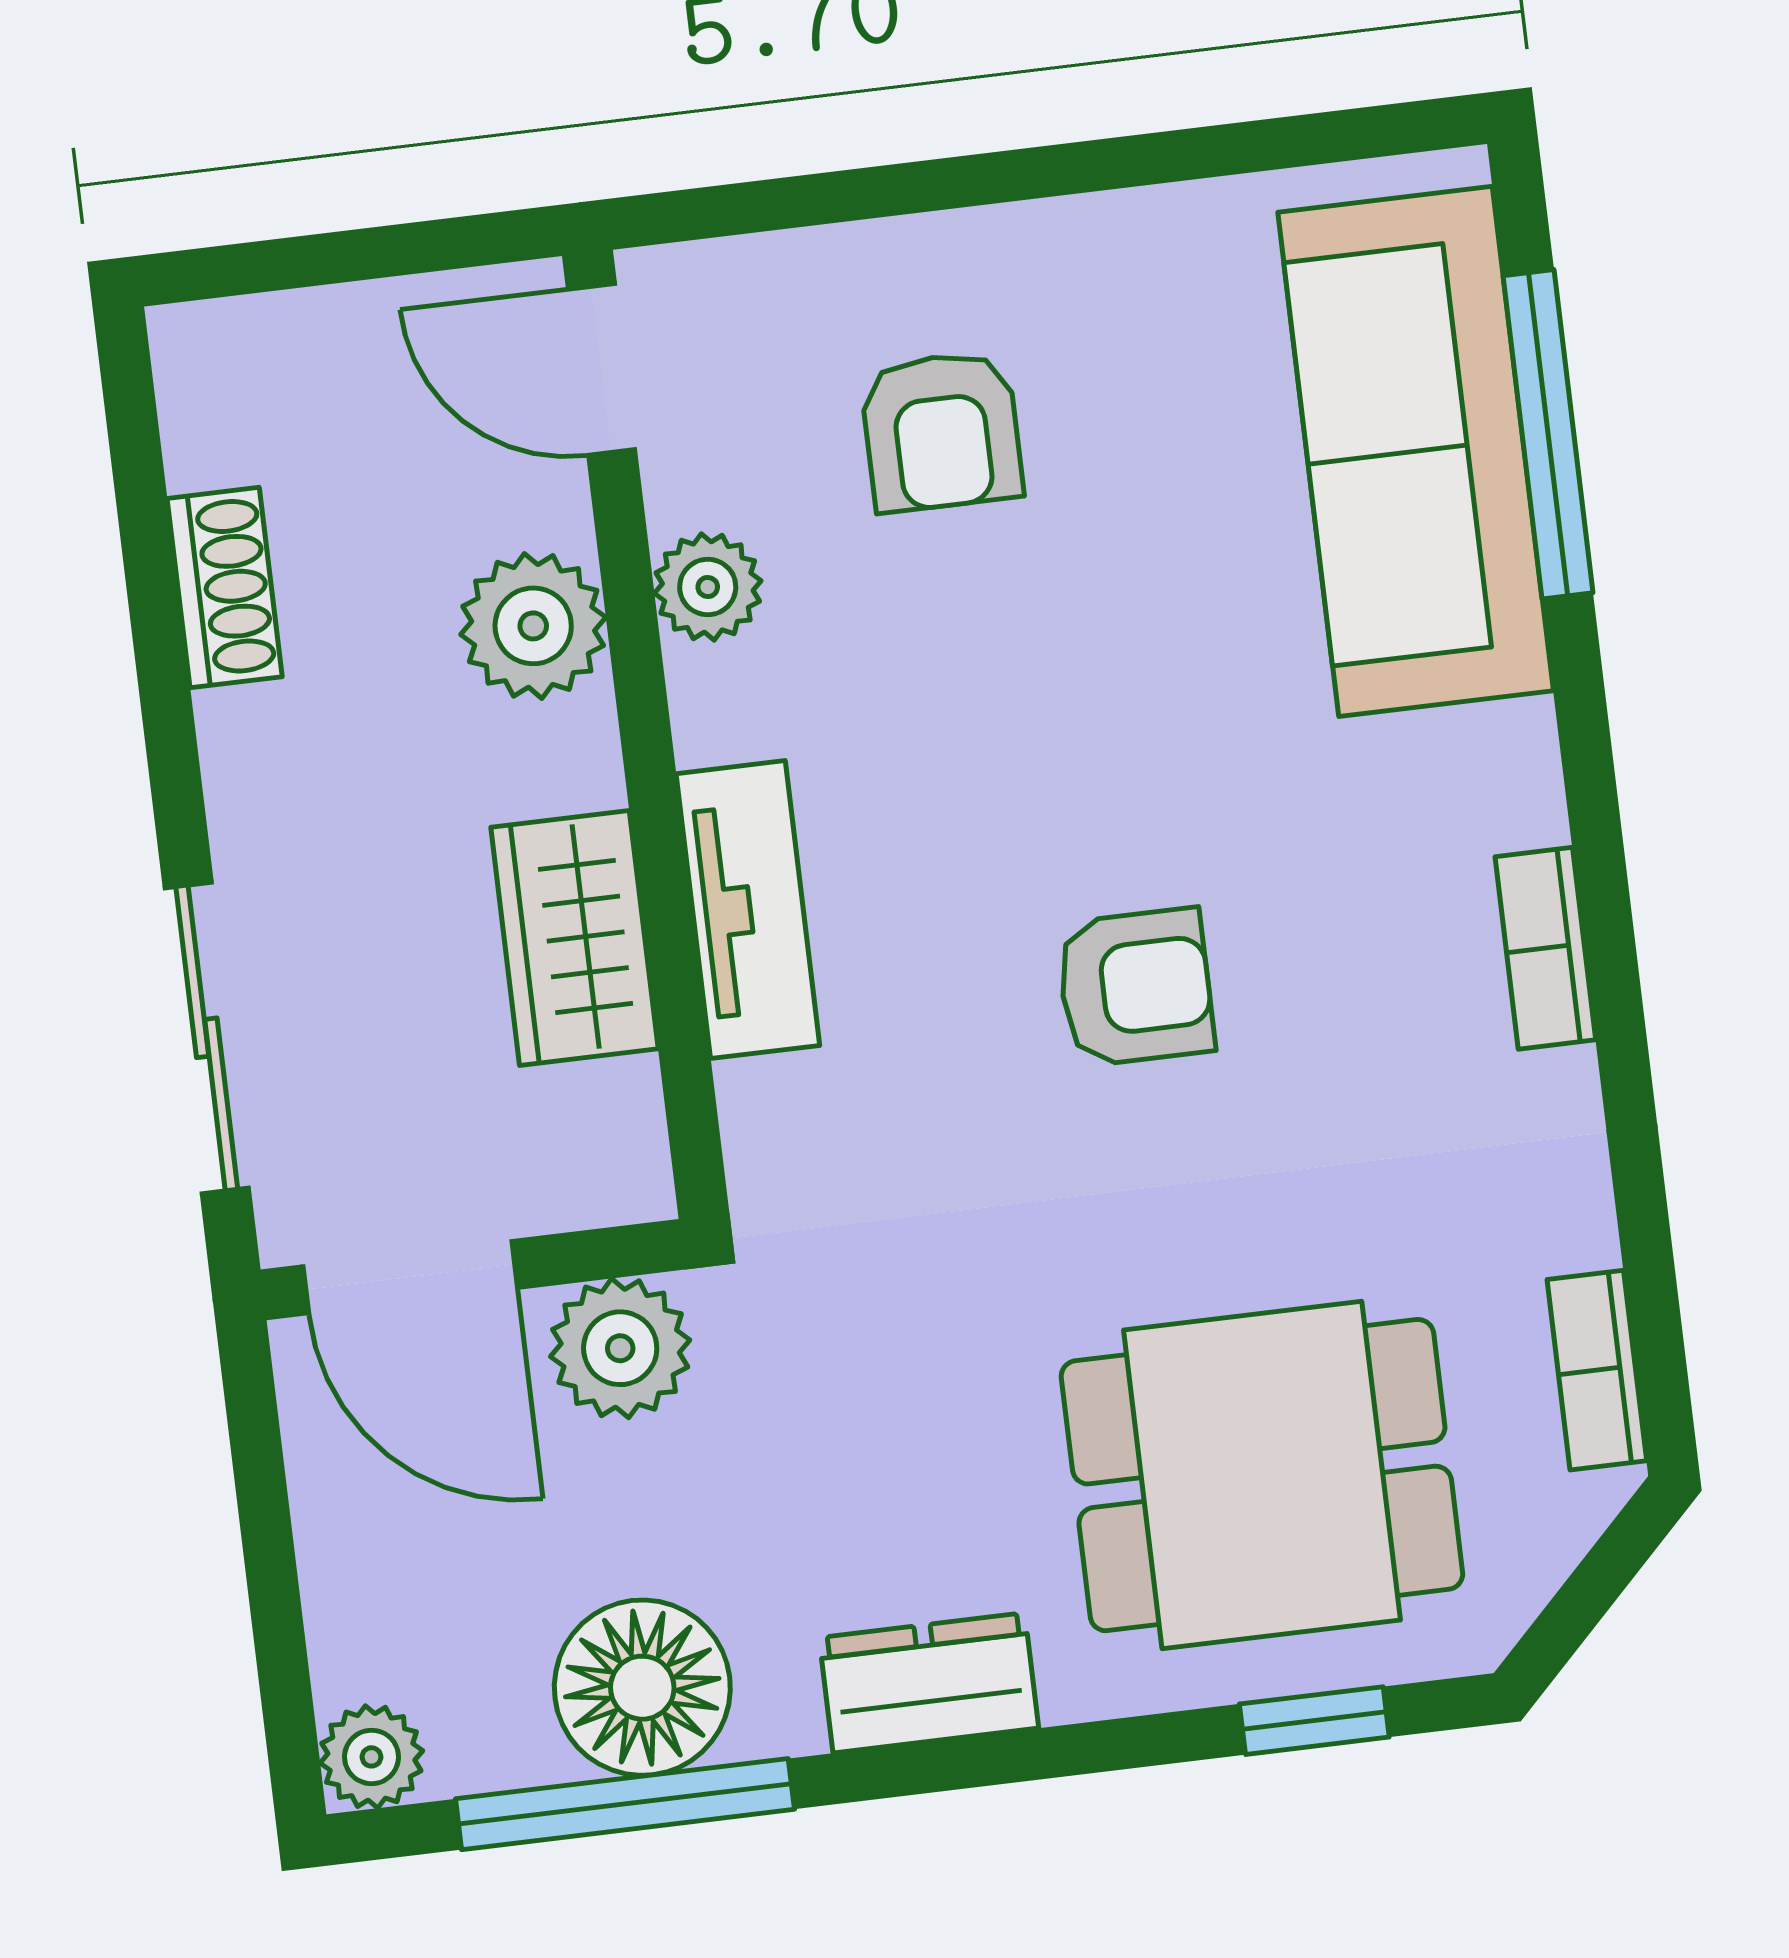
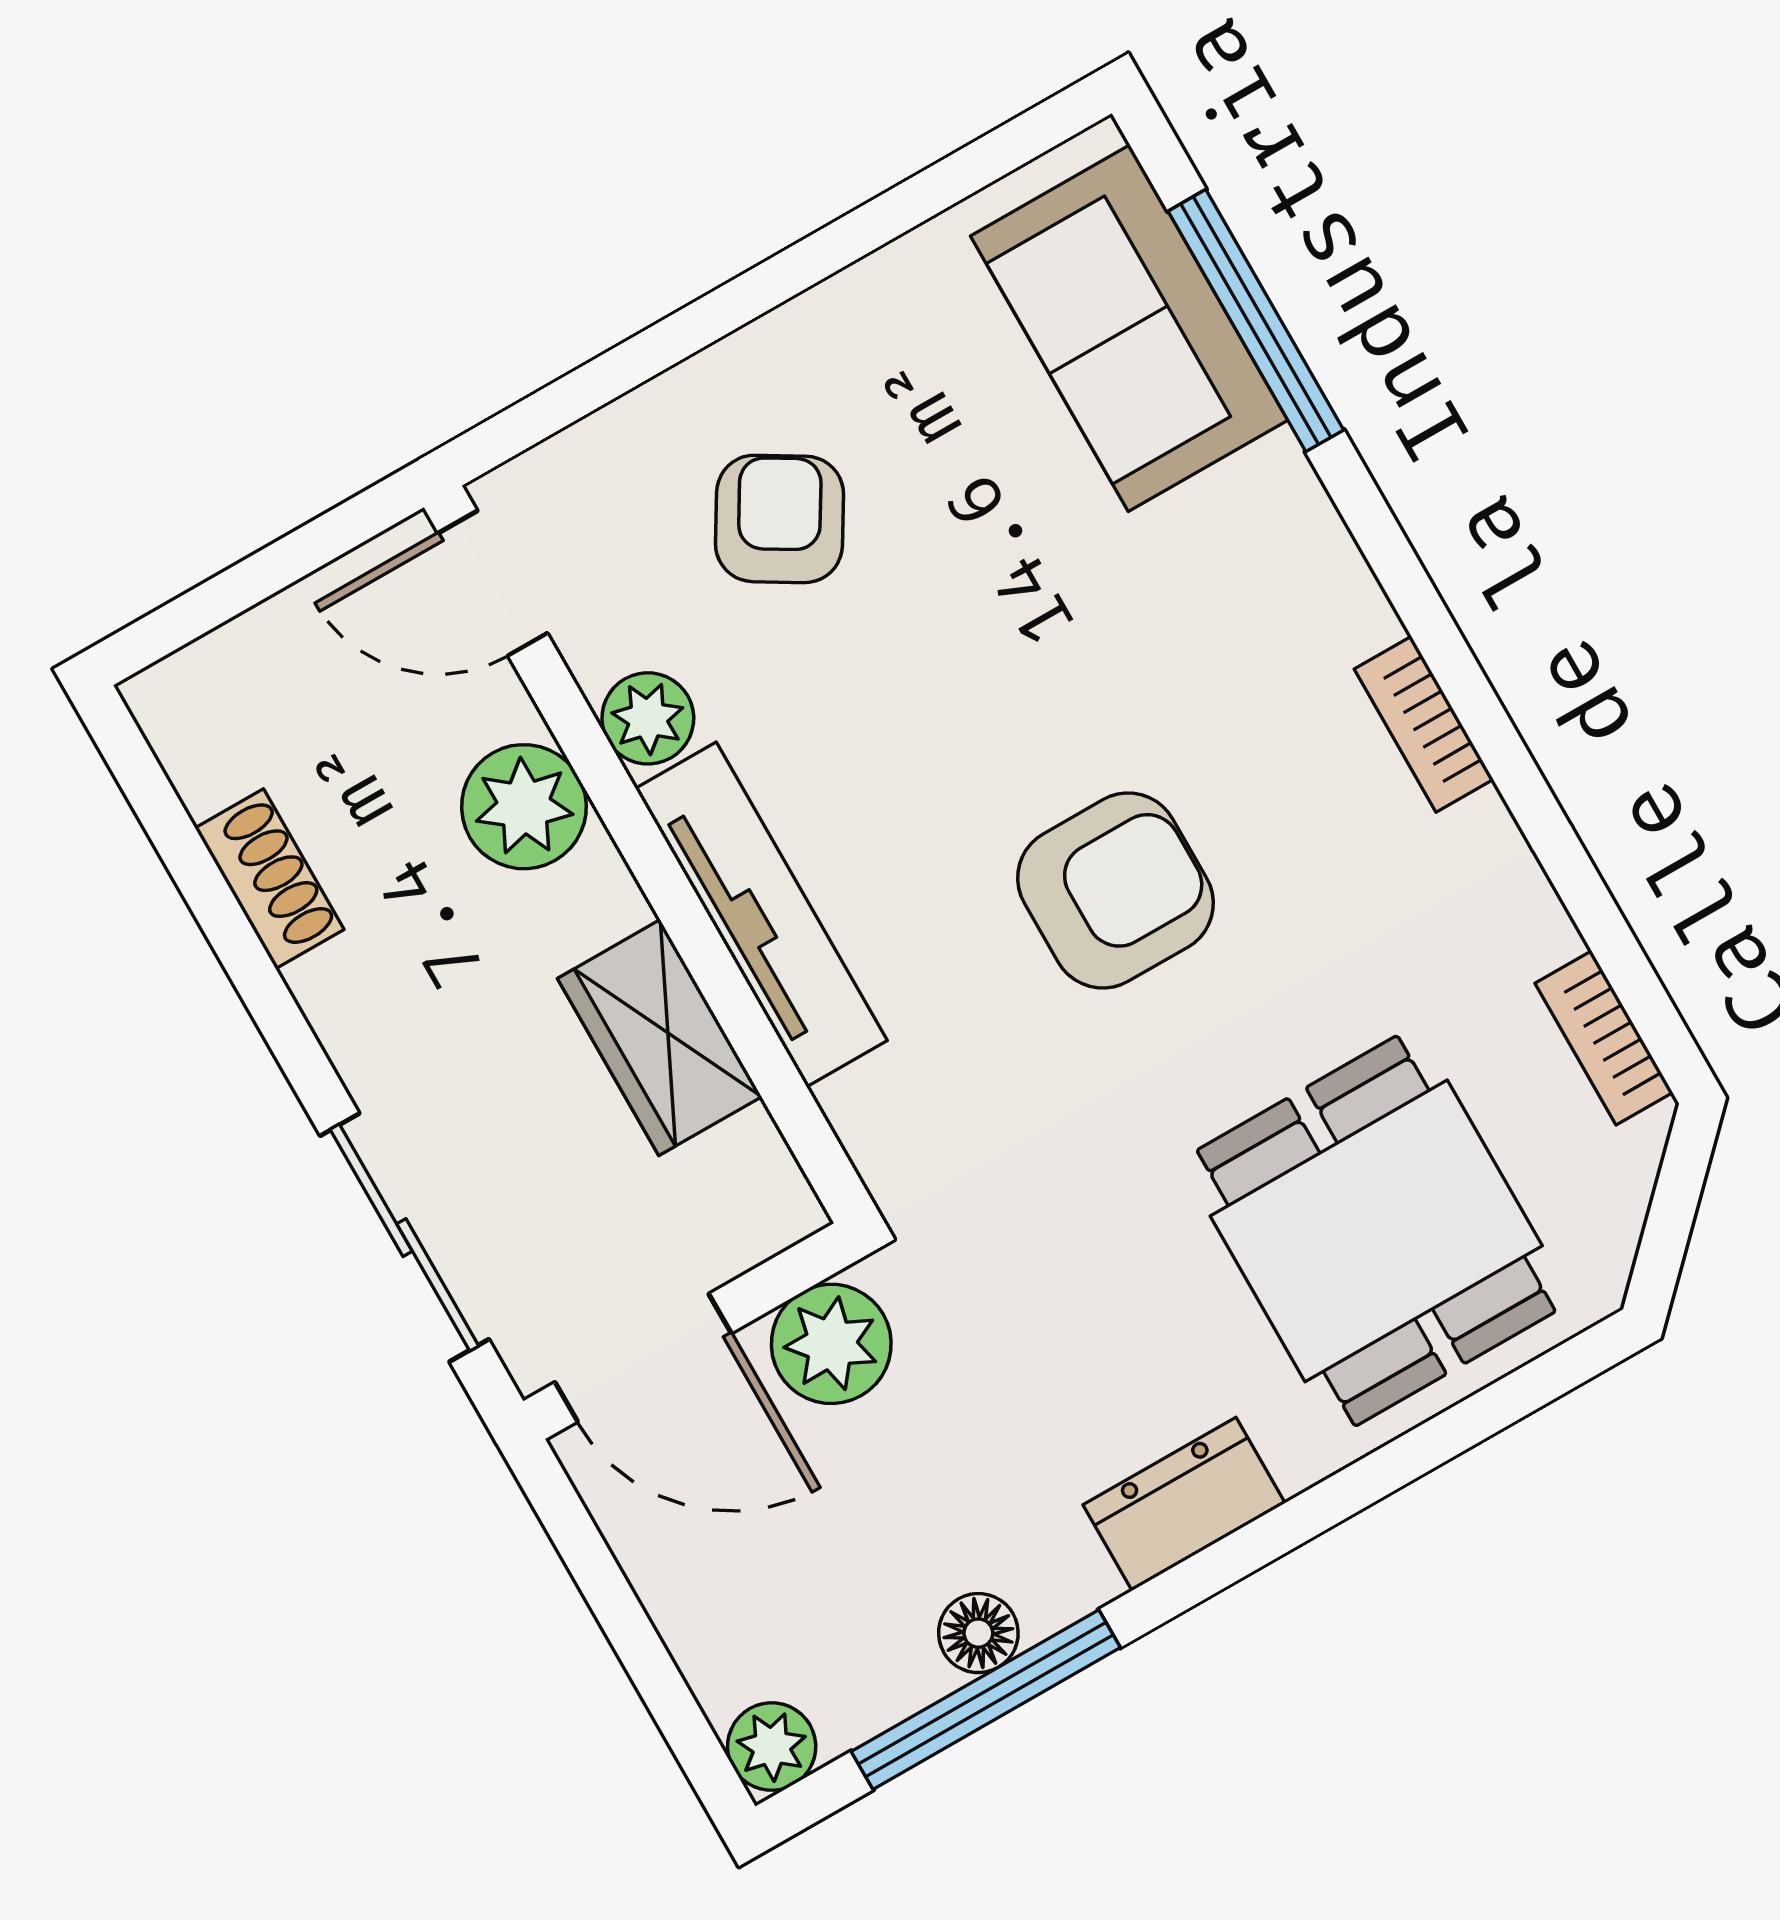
armchair: (941, 431) -> (779, 519), turned -149
sofa: (1416, 451) -> (1129, 328), width x0.73
tv unit: (748, 910) -> (761, 915), width x1.41
armchair: (1135, 987) -> (1115, 891), width x1.38, depth x1.38
dining table: (1262, 1475) -> (1376, 1231), turned 90
floor lamp: (642, 1688) -> (978, 1633), width x0.53, depth x0.53
window: (1314, 1721) -> (1498, 1406), removed

